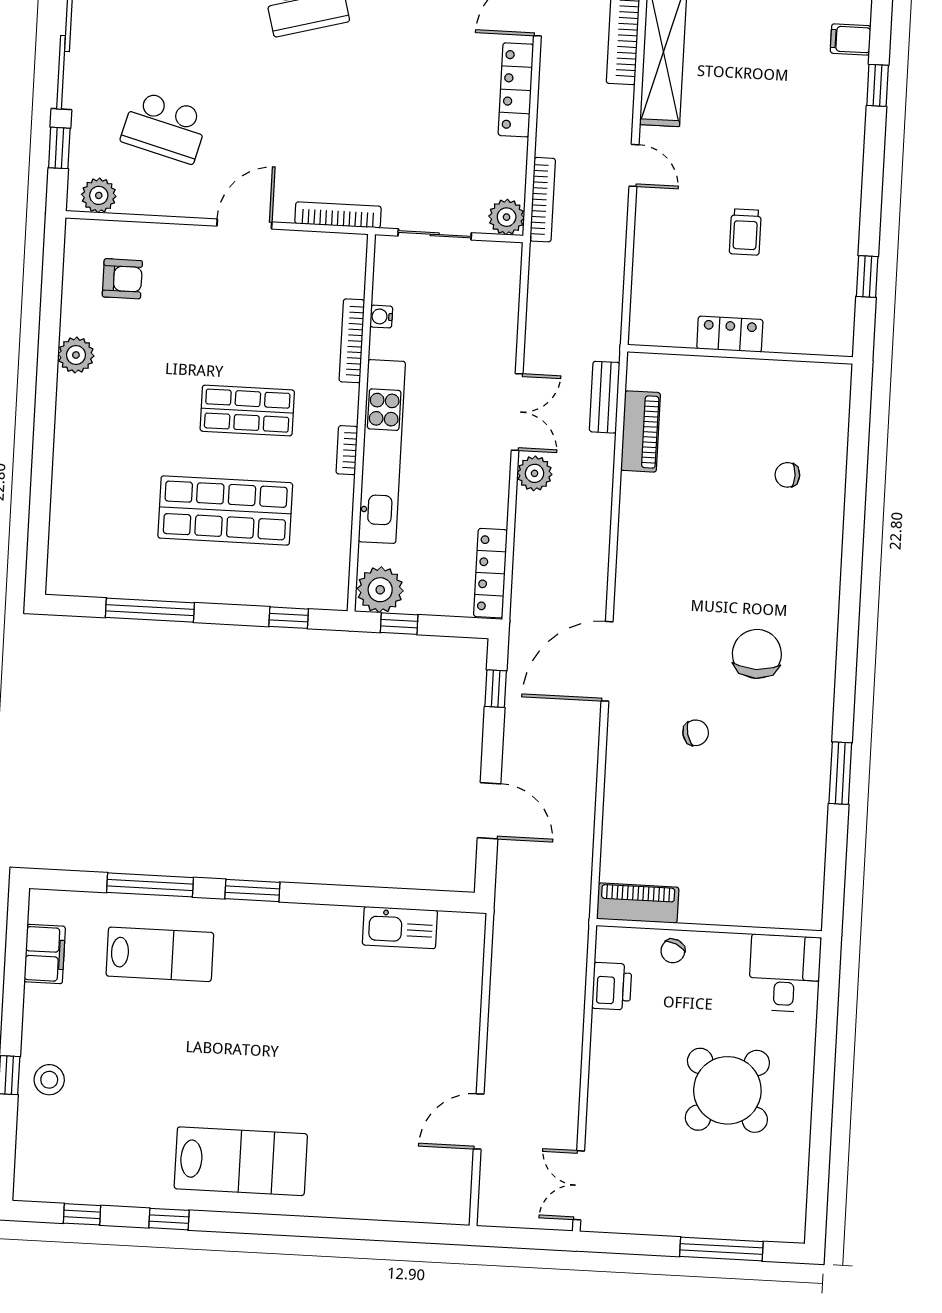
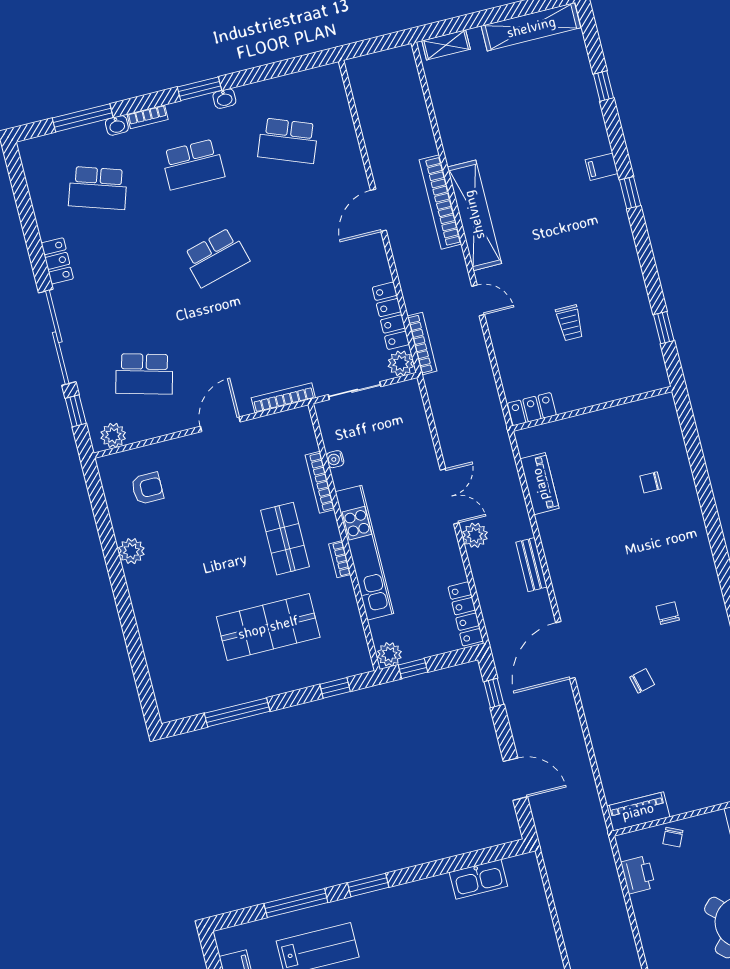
locker: (516, 90) -> (391, 316), moved
locker: (730, 334) -> (532, 409), moved
bench: (605, 397) -> (532, 565), moved
shop shelf: (247, 411) -> (285, 539), moved, turned 90
plant: (380, 590) -> (389, 654), width x0.73, depth x0.73
chair: (757, 654) -> (668, 613), width x0.54, depth x0.54

